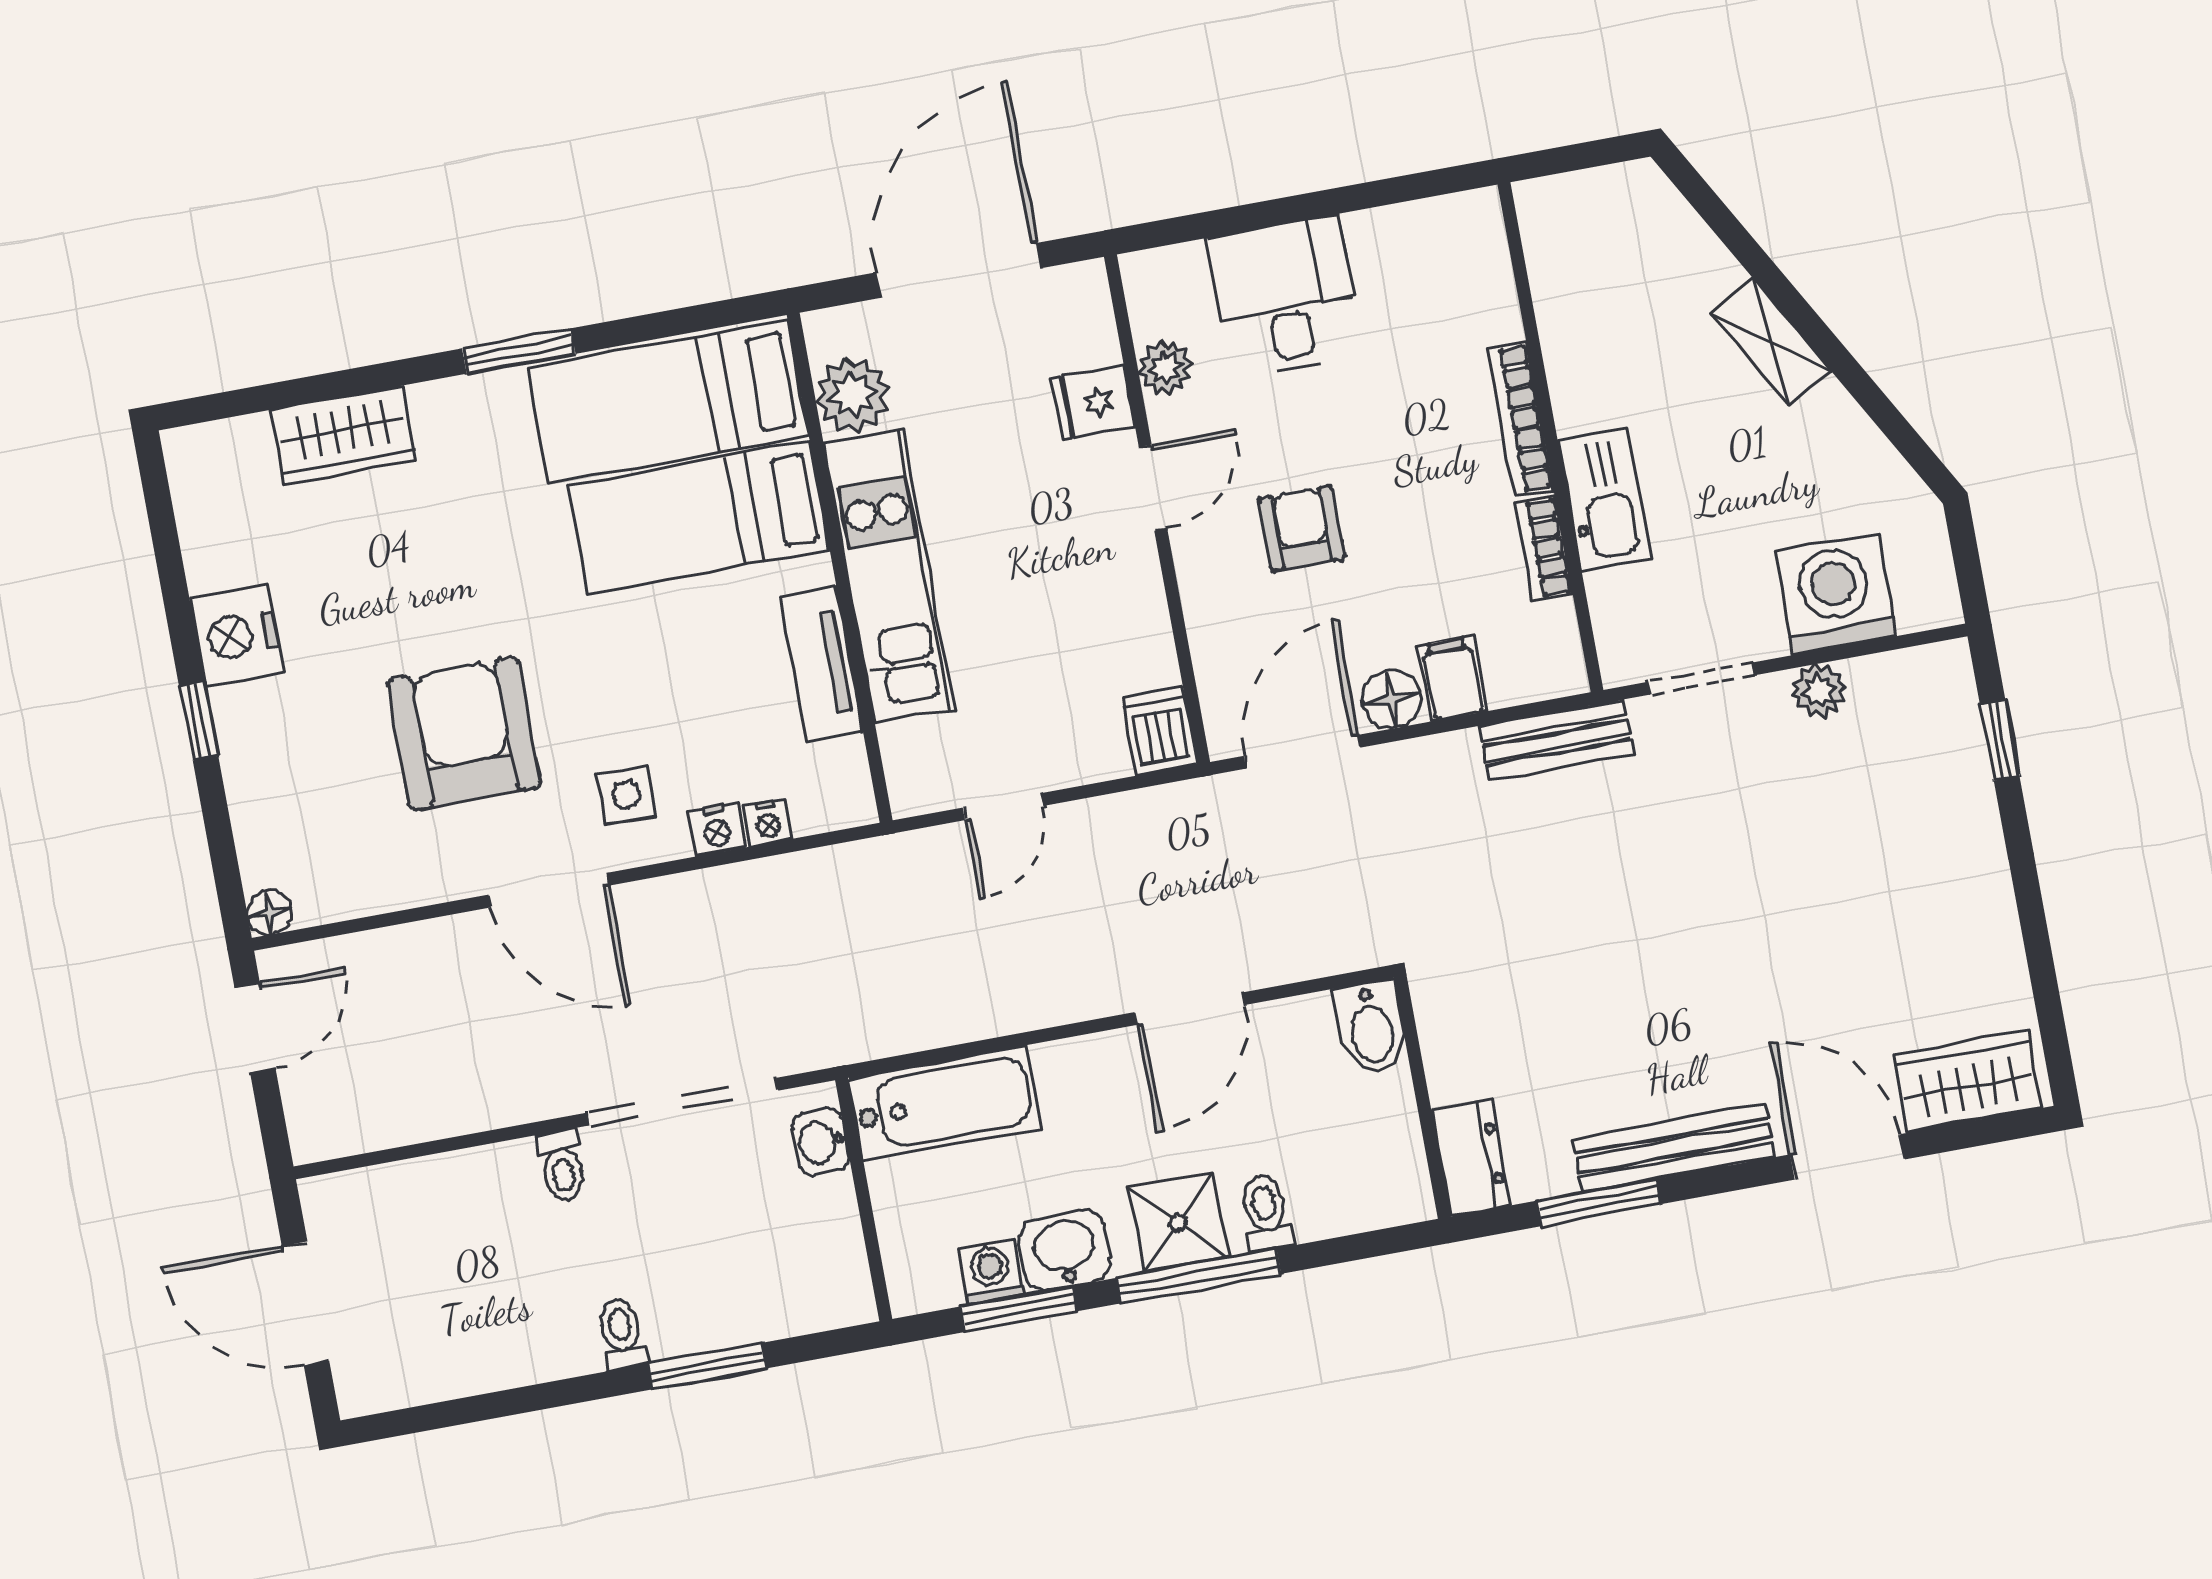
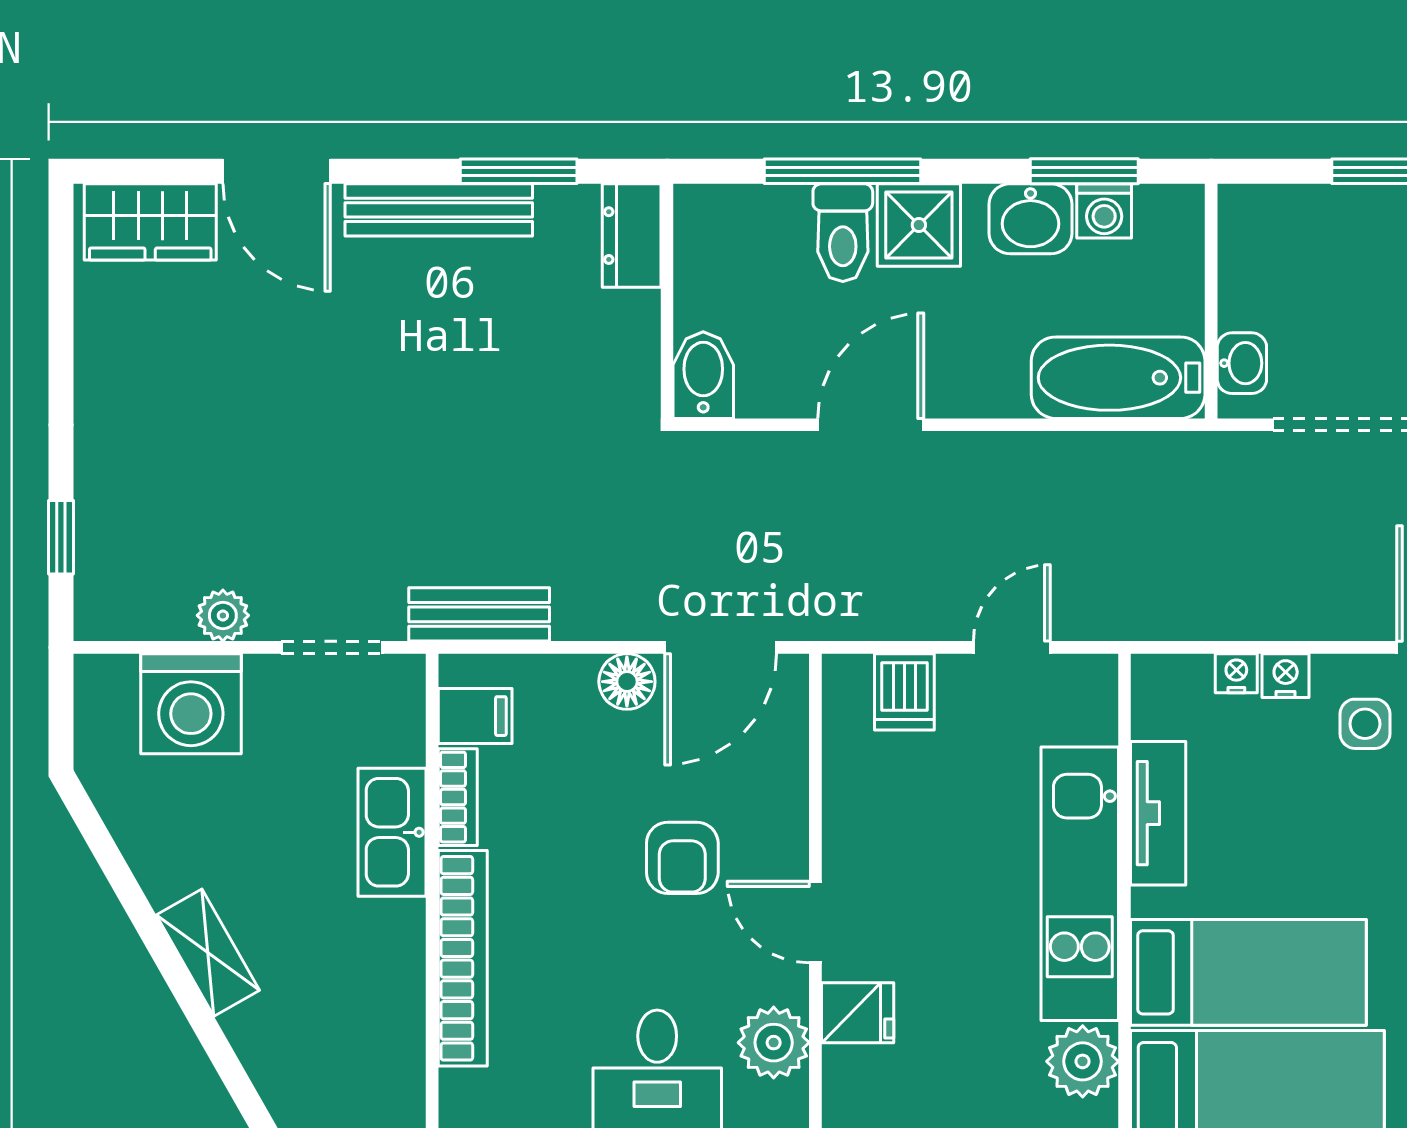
plant: (1165, 368) -> (774, 1043), width x1.38, depth x1.38
bookcase: (1521, 419) -> (463, 958), width x1.48, depth x1.31
door: (1153, 488) -> (815, 922), hinge flipped
filing cabinet: (1452, 679) -> (475, 716), moved, turned -90
dishwasher: (1159, 731) -> (904, 692), moved
toilet: (1266, 1213) -> (843, 233), width x1.37, depth x1.39
window: (1199, 1276) -> (843, 171), moved

